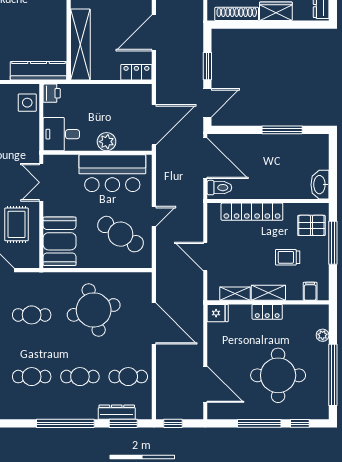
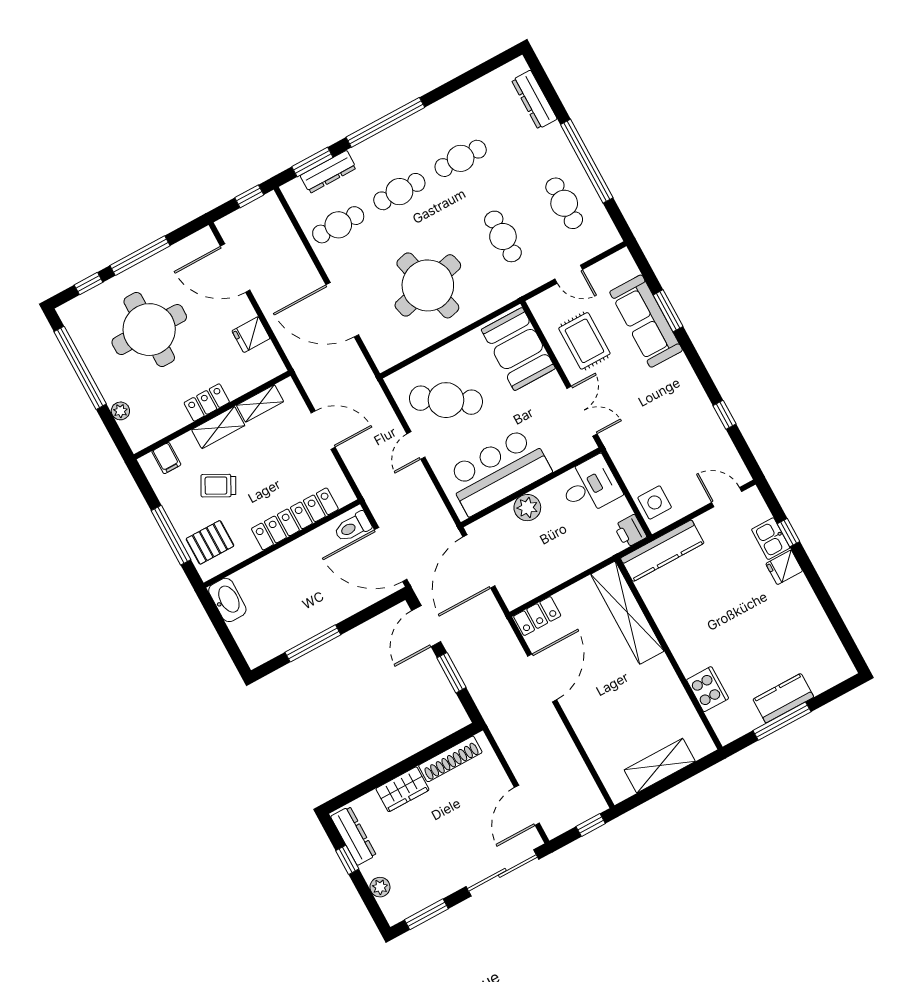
trolley: (288, 257) -> (218, 486), turned -152
fridge: (218, 313) -> (251, 335), moved
cafe table: (32, 315) -> (503, 236), turned 90

